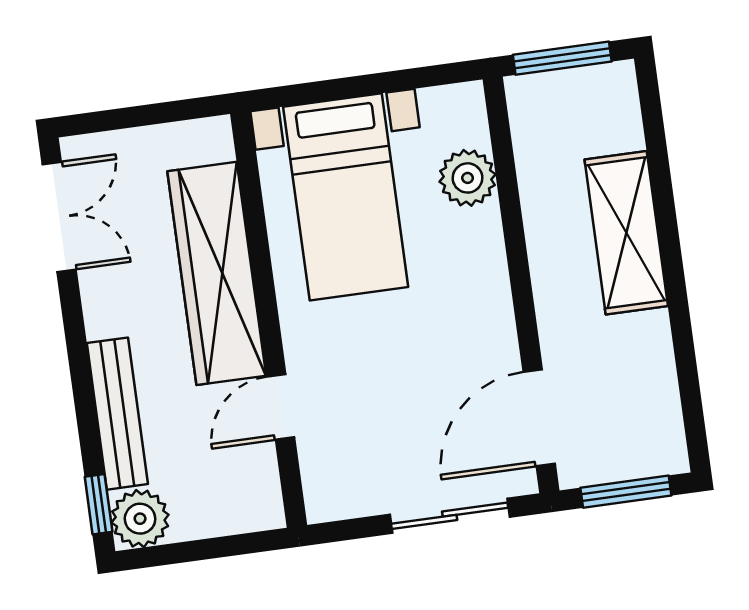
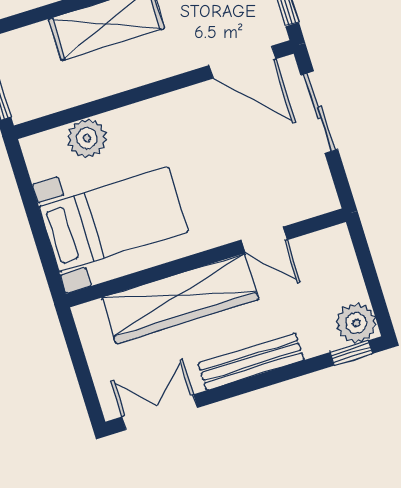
bench: (117, 414) -> (251, 362), moved

